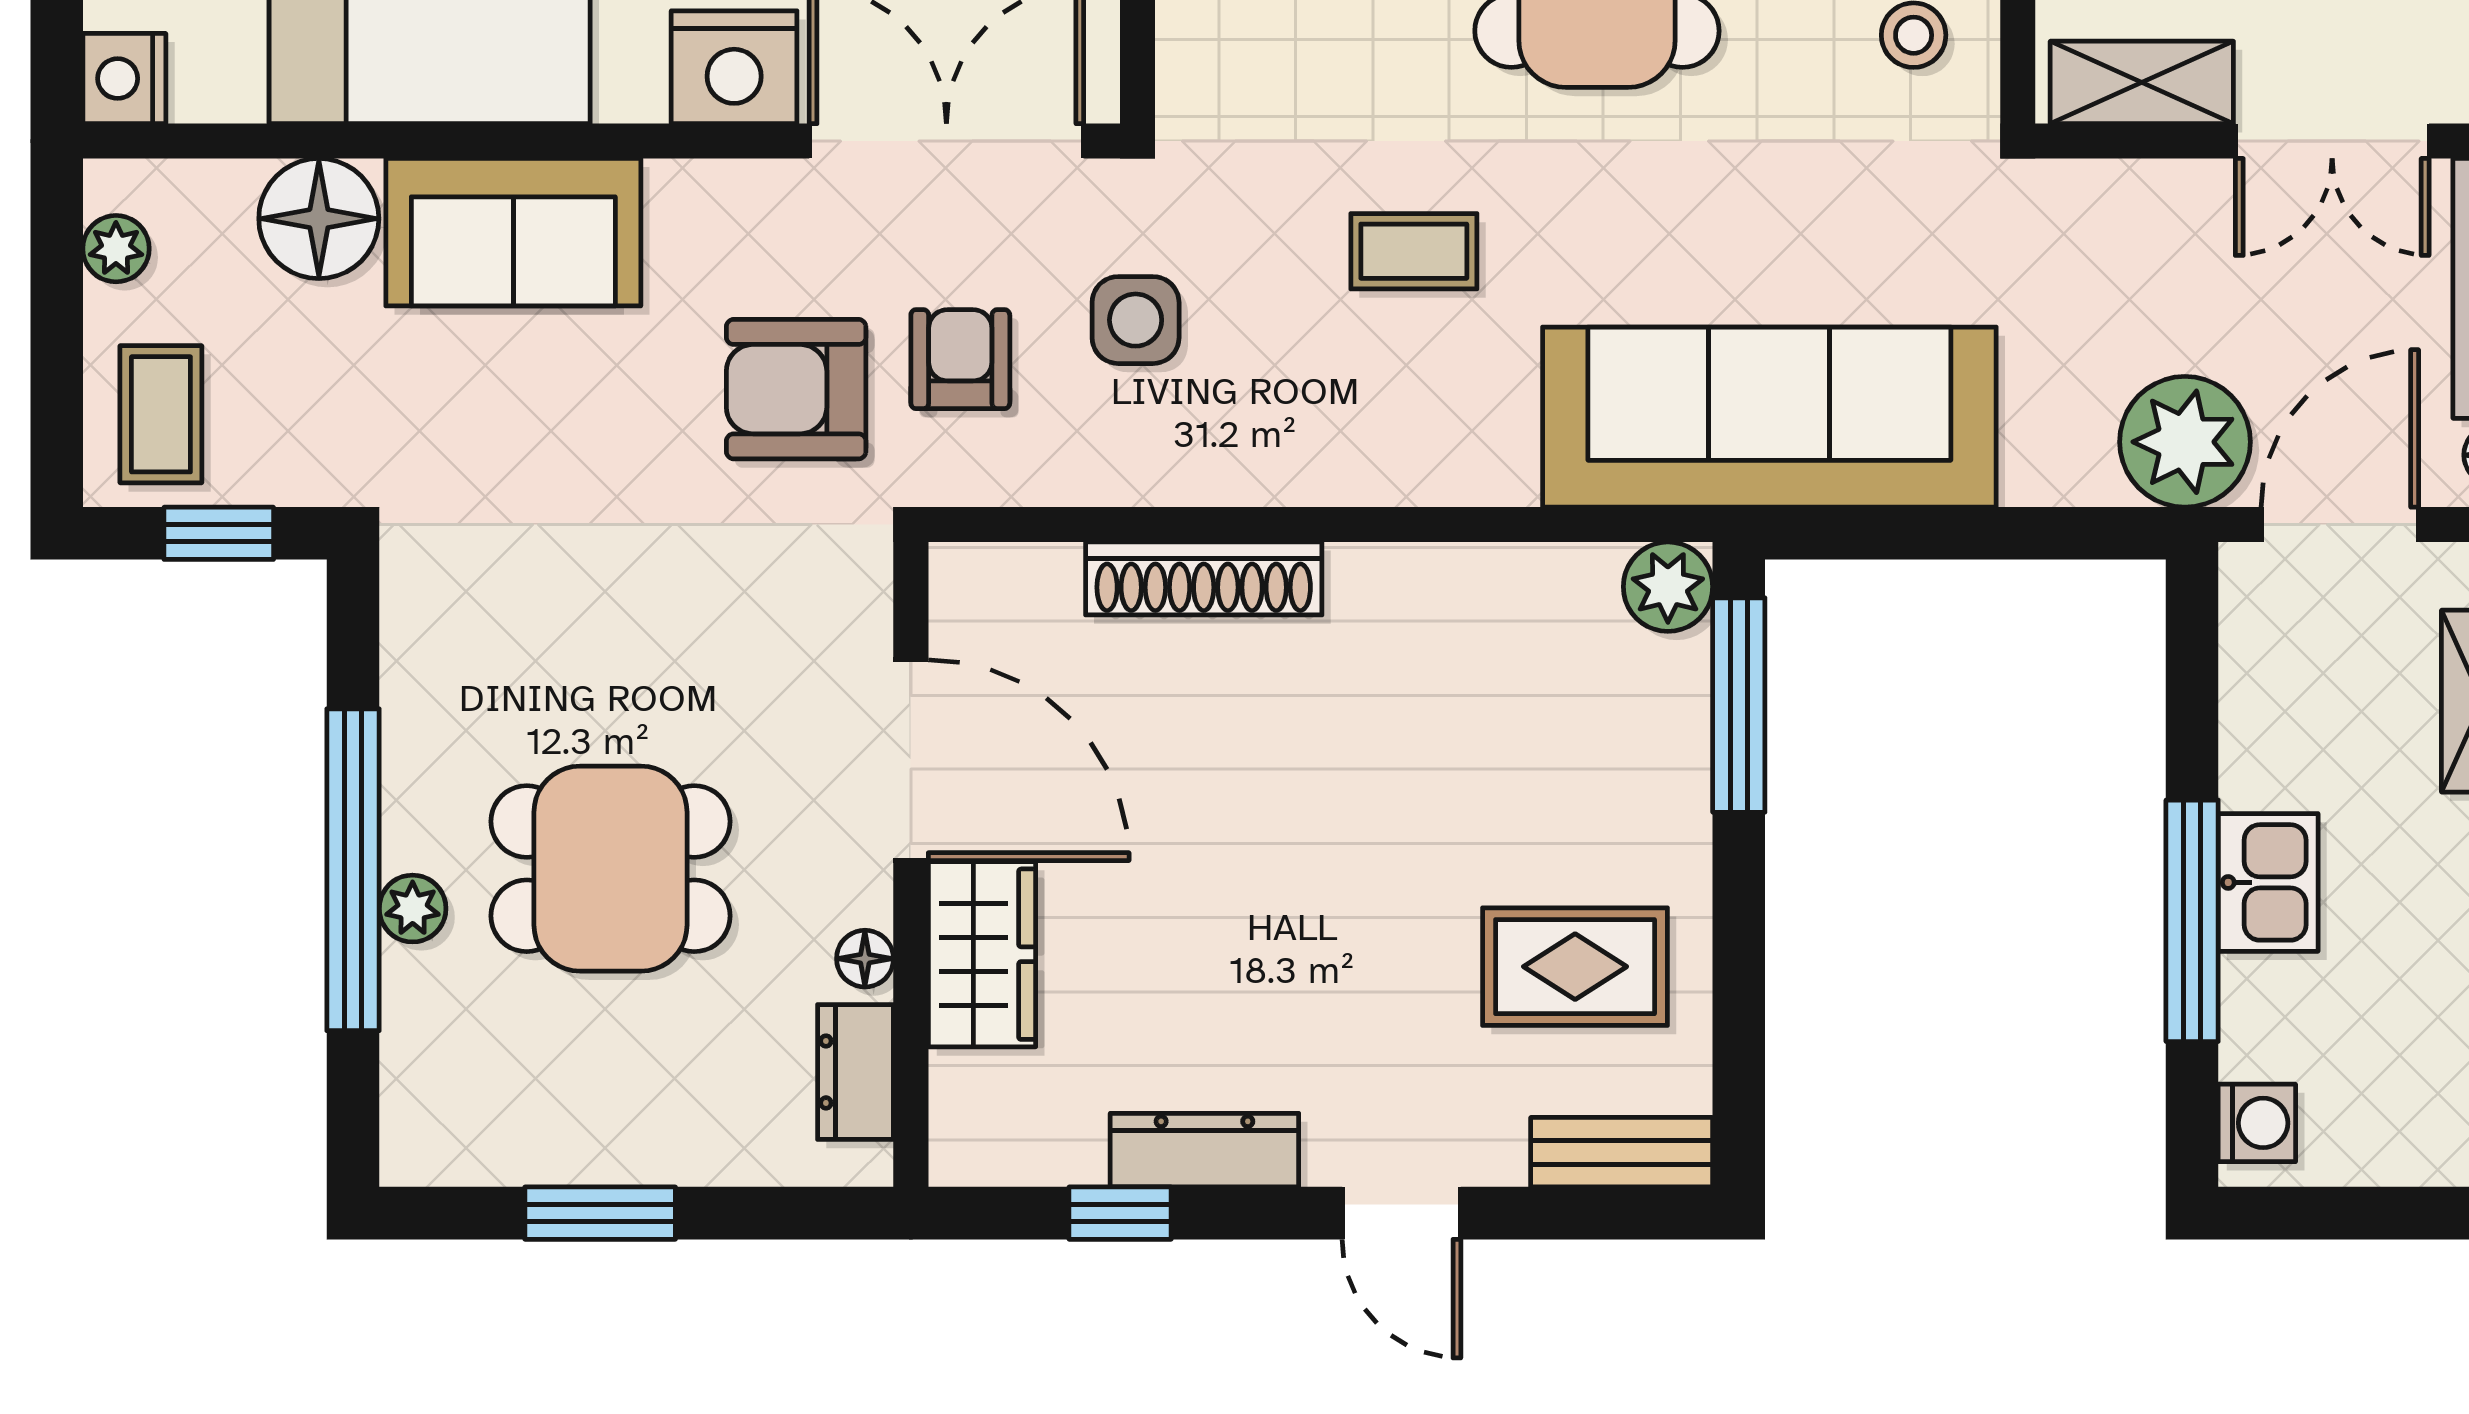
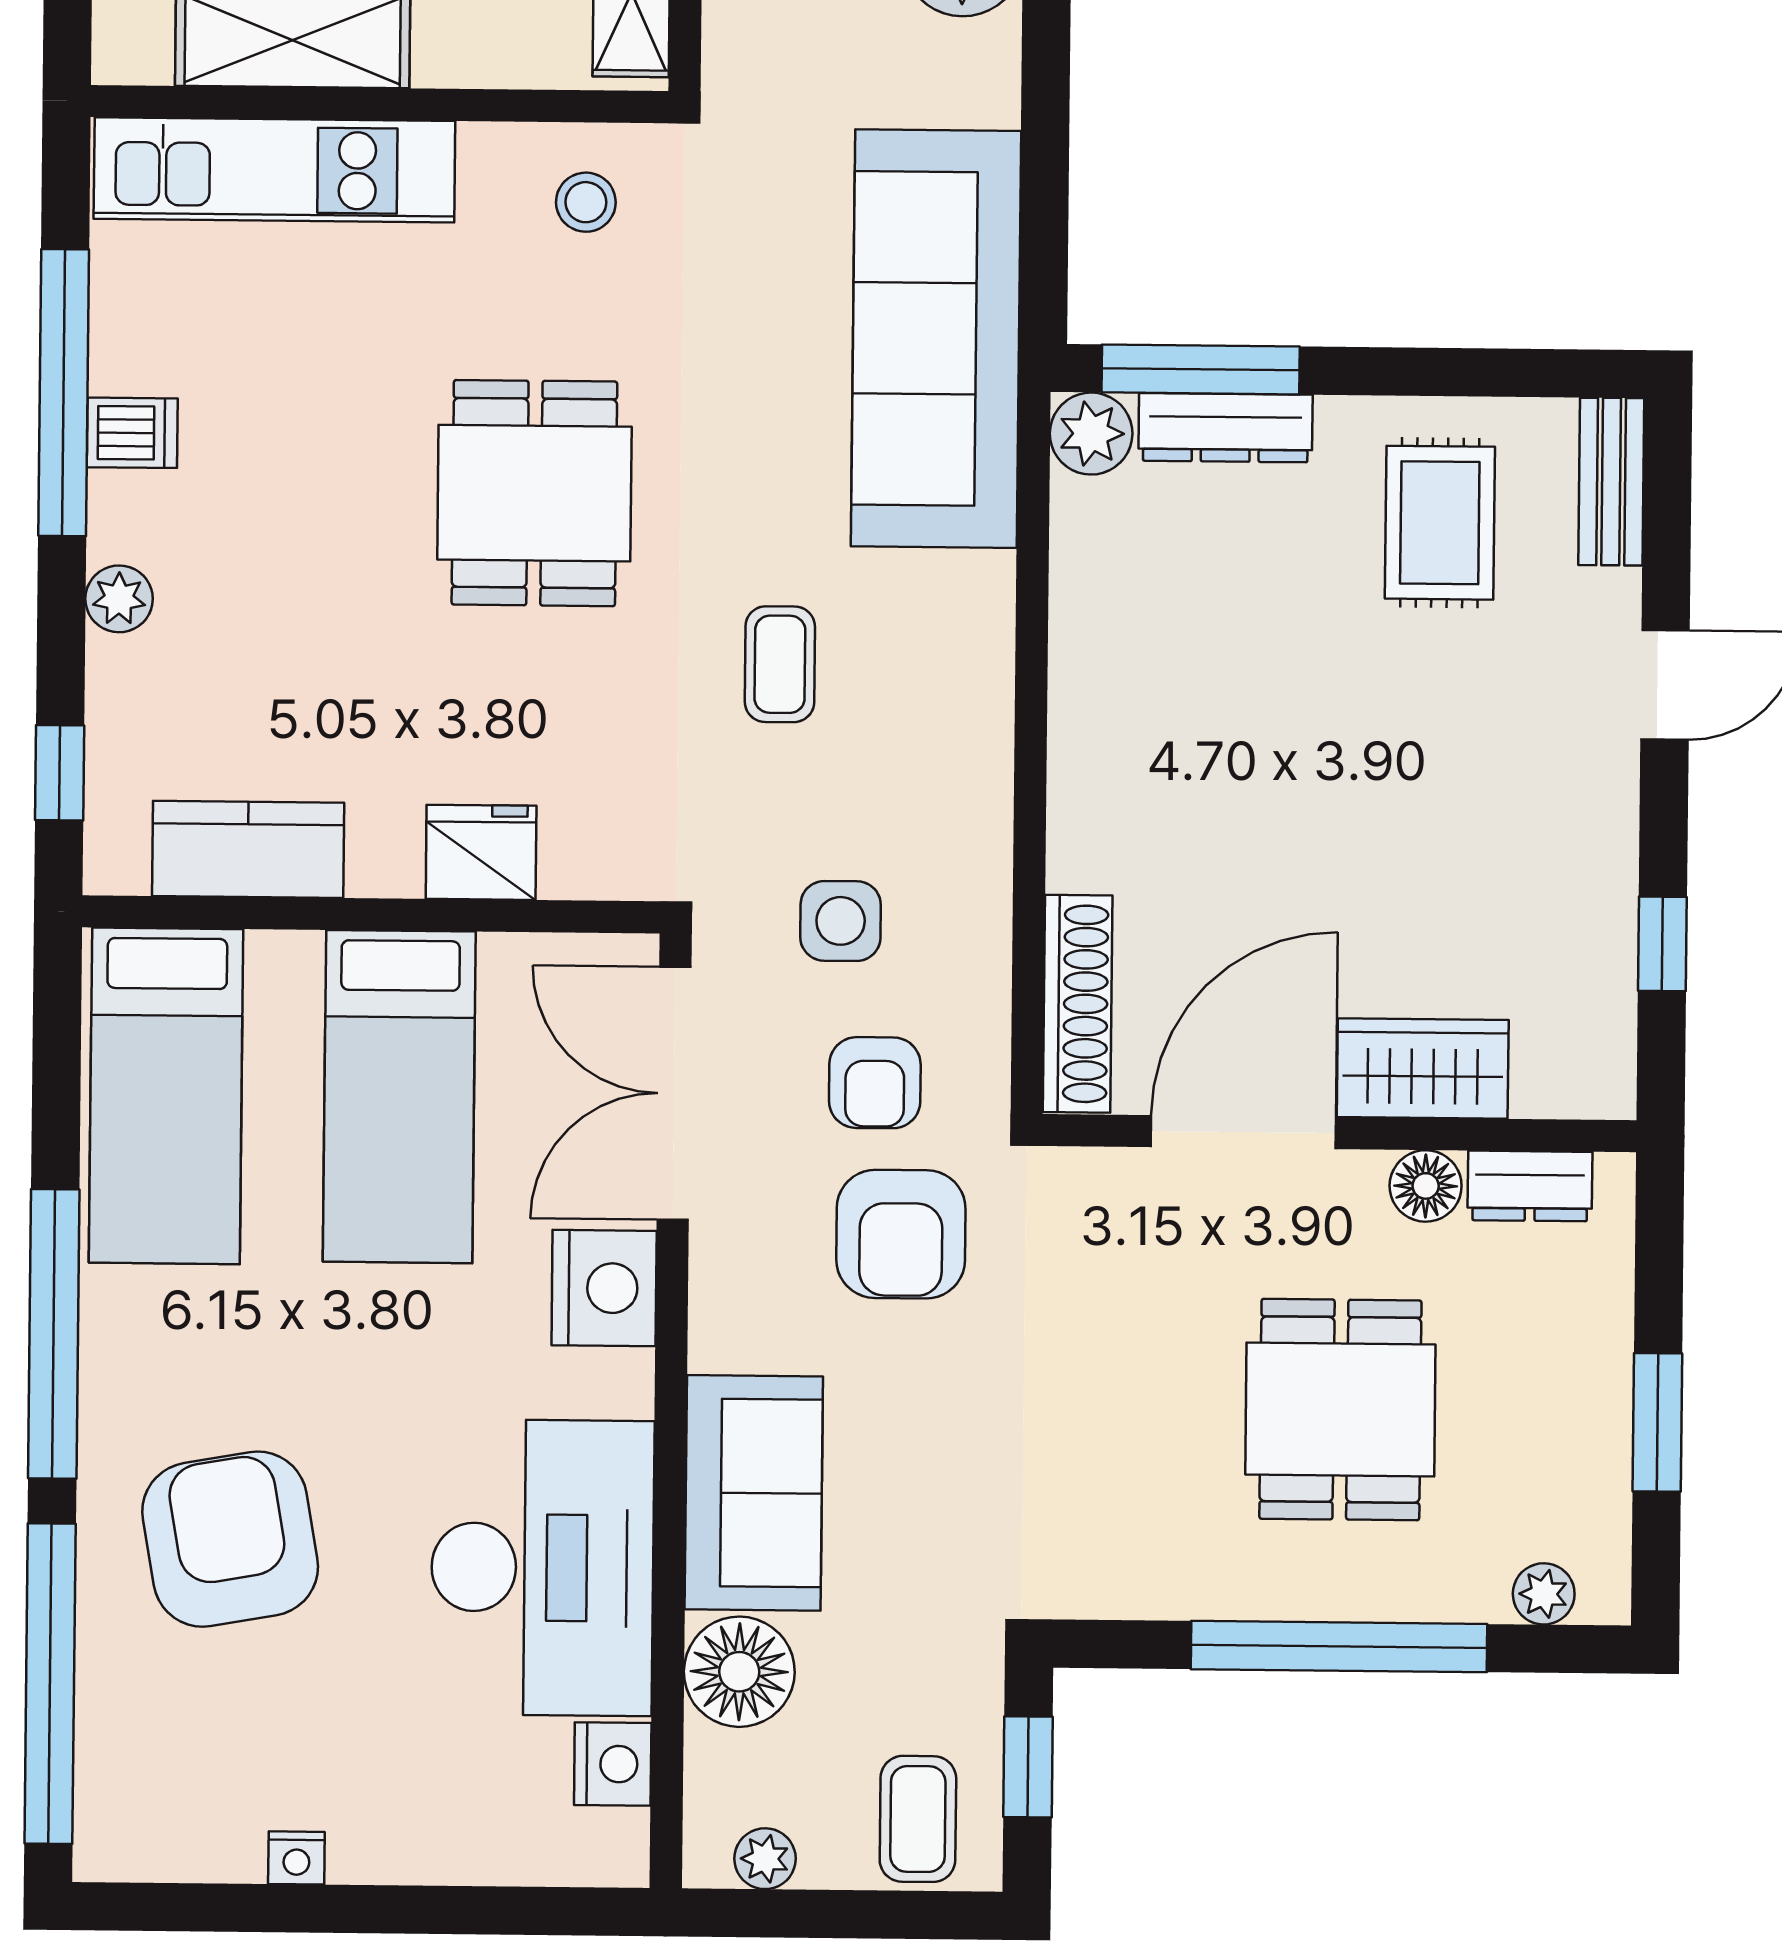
nightstand: (124, 79) -> (613, 1764), moved, turned -90
armchair: (960, 359) -> (875, 1083), turned -90
coffee table: (161, 414) -> (918, 1819), turned 90
shoe rack: (1204, 578) -> (1078, 1004), moved
plant: (413, 909) -> (1544, 1594), moved
floor lamp: (865, 959) -> (1426, 1186), width x1.37, depth x1.37
dresser: (1204, 1150) -> (1225, 428), moved, turned -90

